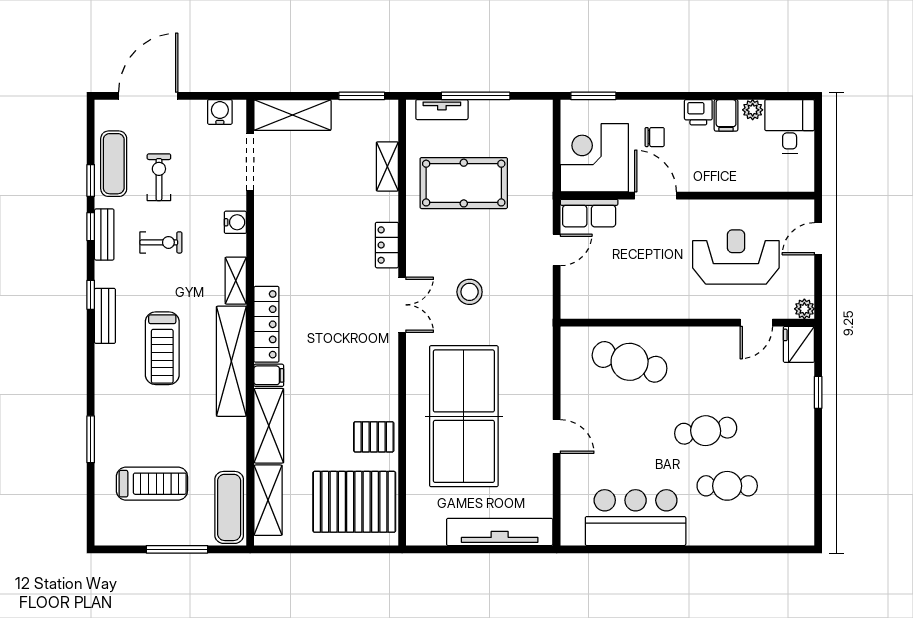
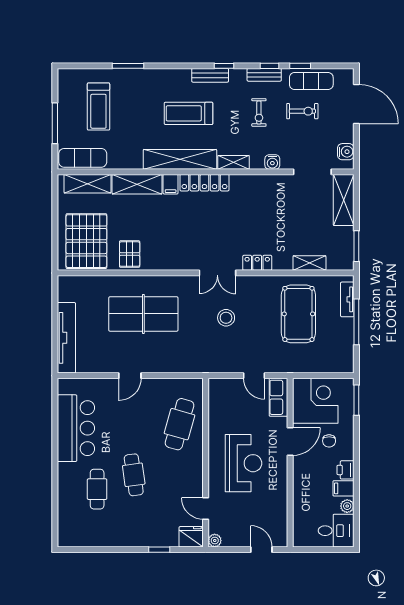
reception desk: (736, 257) -> (244, 463), moved
table tennis table: (464, 416) -> (143, 314), width x0.73, depth x0.76

